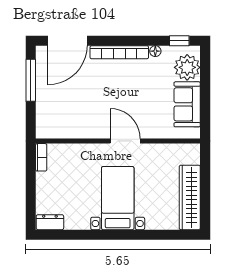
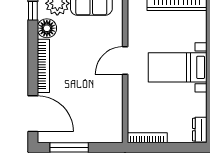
floor lamp: (155, 51) -> (47, 28), width x1.89, depth x1.89
bookcase: (41, 157) -> (147, 138), width x1.56

